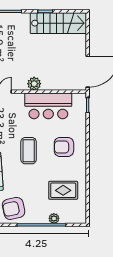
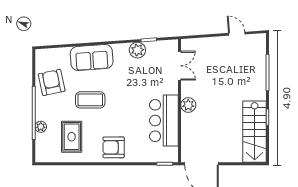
armchair: (64, 147) -> (114, 147), moved, turned -90
coffee table: (29, 151) -> (90, 100), moved

